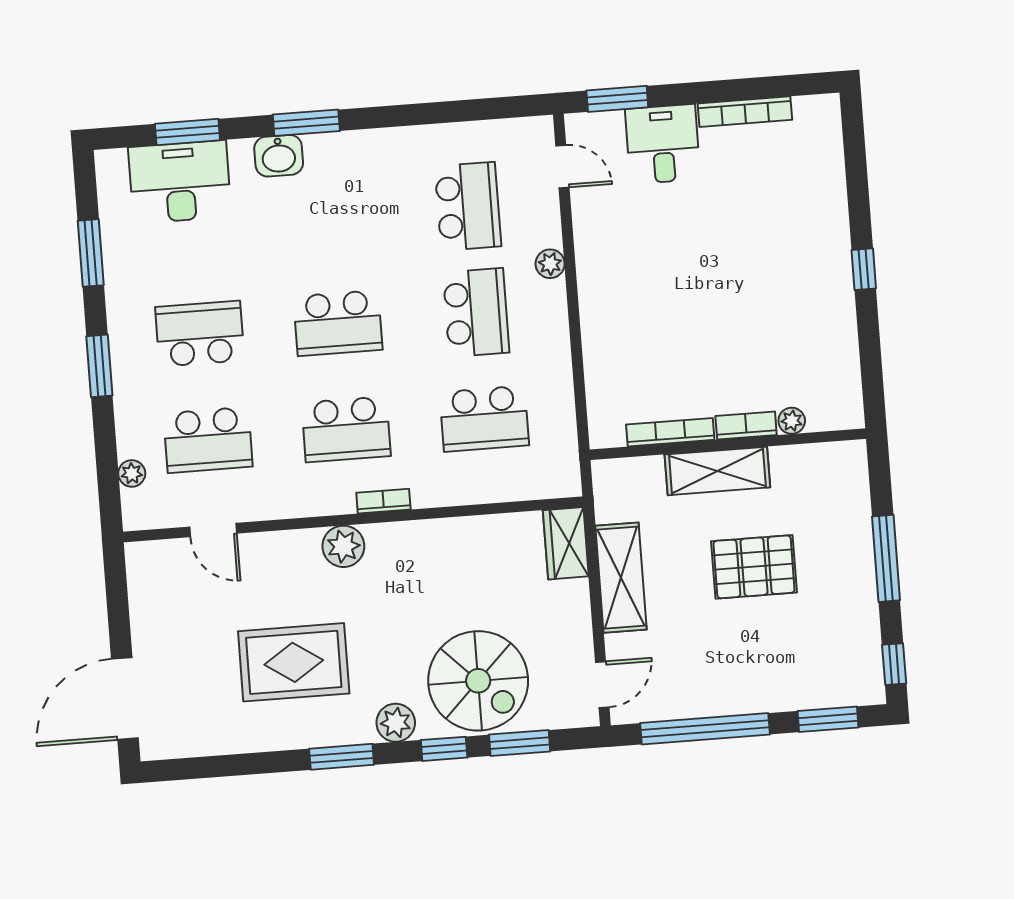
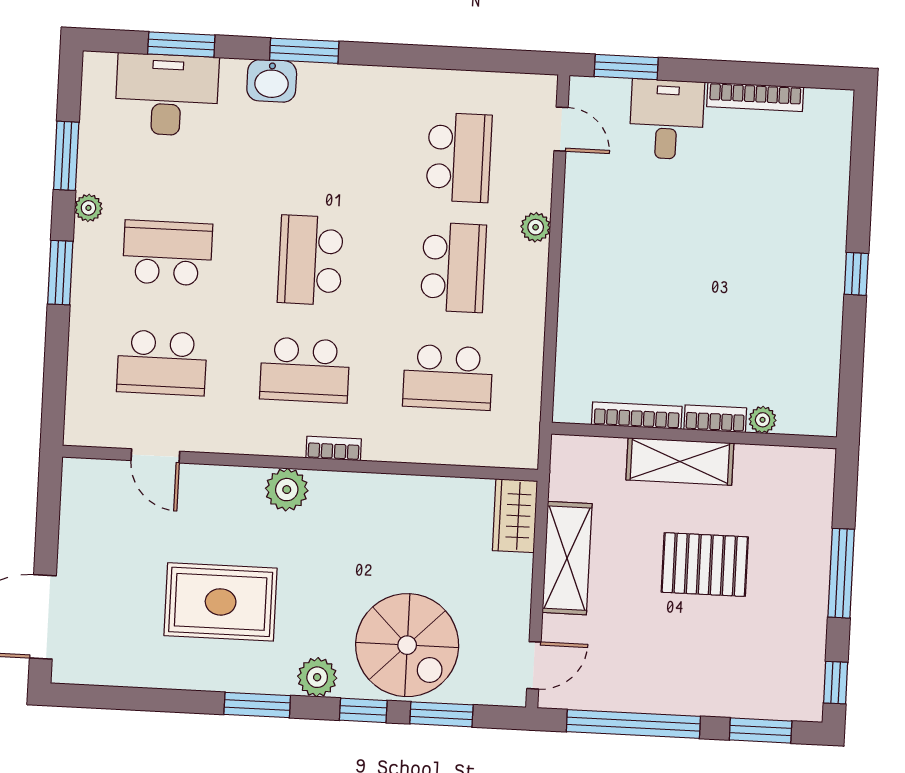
school desk: (338, 323) -> (310, 260), turned 90
plant: (132, 473) -> (88, 208), moved

